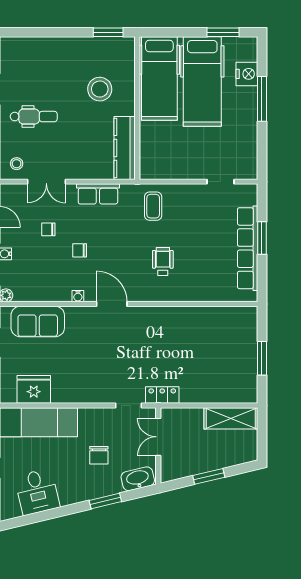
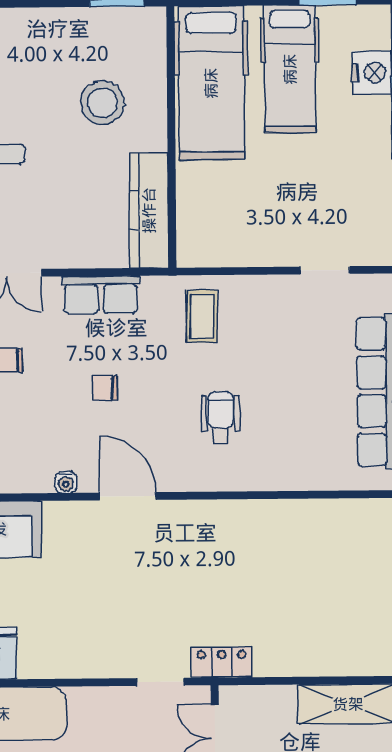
hospital bed: (202, 82) -> (290, 69), width x0.73, depth x0.78
chair: (80, 250) -> (105, 388), moved

